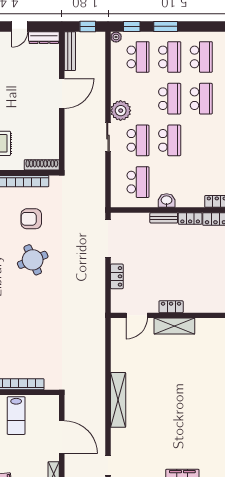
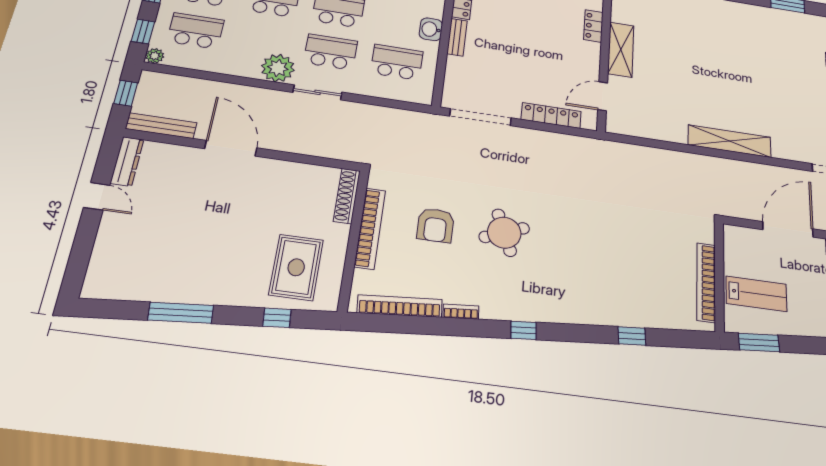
locker: (117, 276) -> (551, 115), width x1.53
locker: (171, 307) -> (593, 26), moved
door: (137, 315) -> (603, 96), swing flipped

